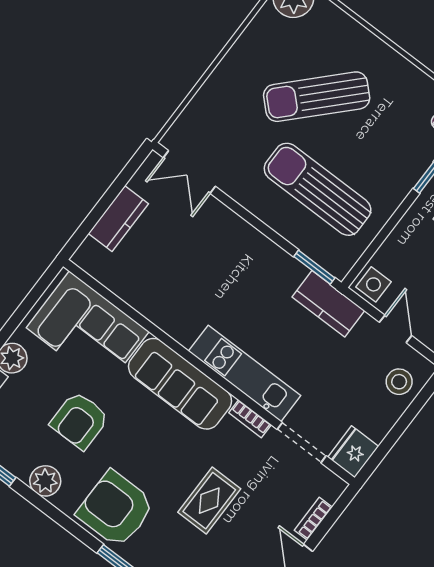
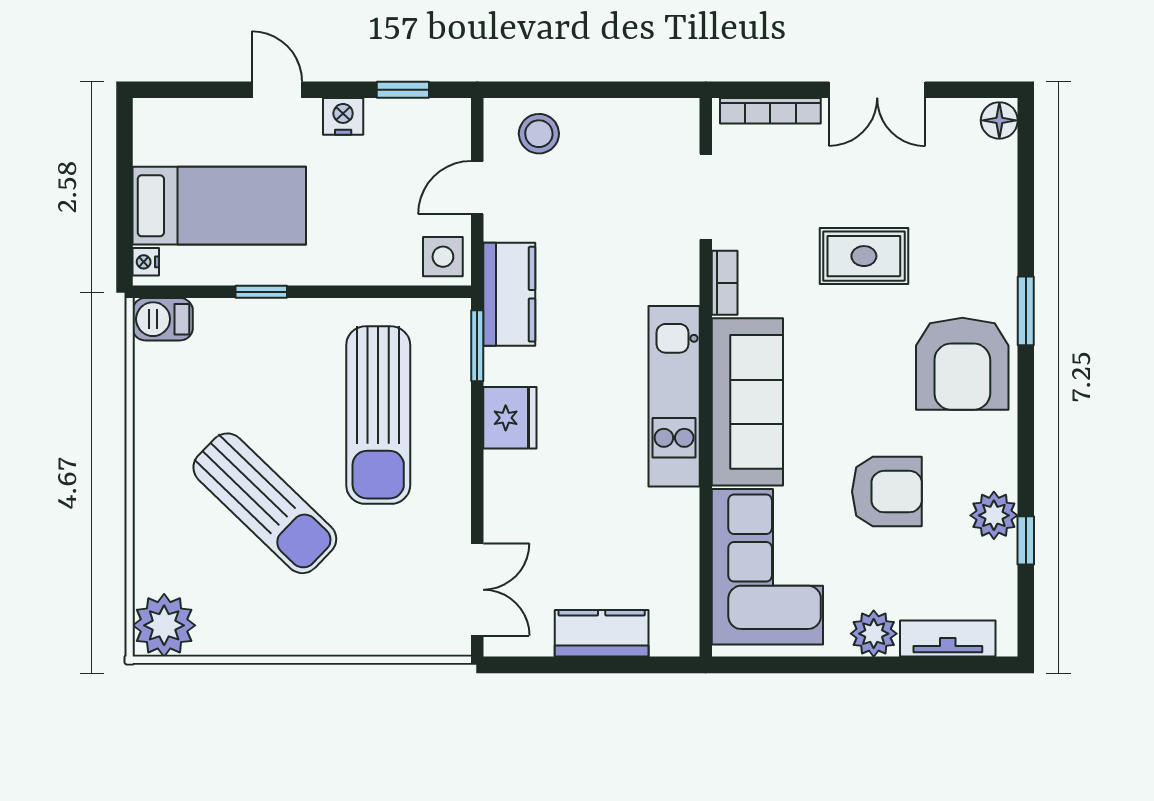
kitchen unit: (244, 373) -> (674, 396), moved
fridge: (353, 452) -> (510, 418), moved, turned -90
plant: (45, 481) -> (994, 515), moved
bookcase: (313, 519) -> (770, 111), width x1.56

